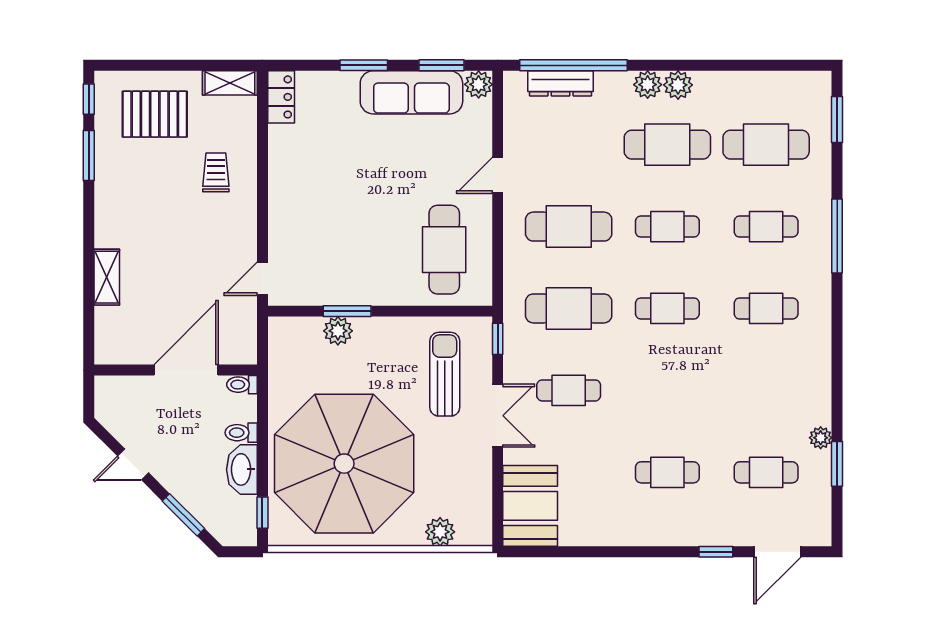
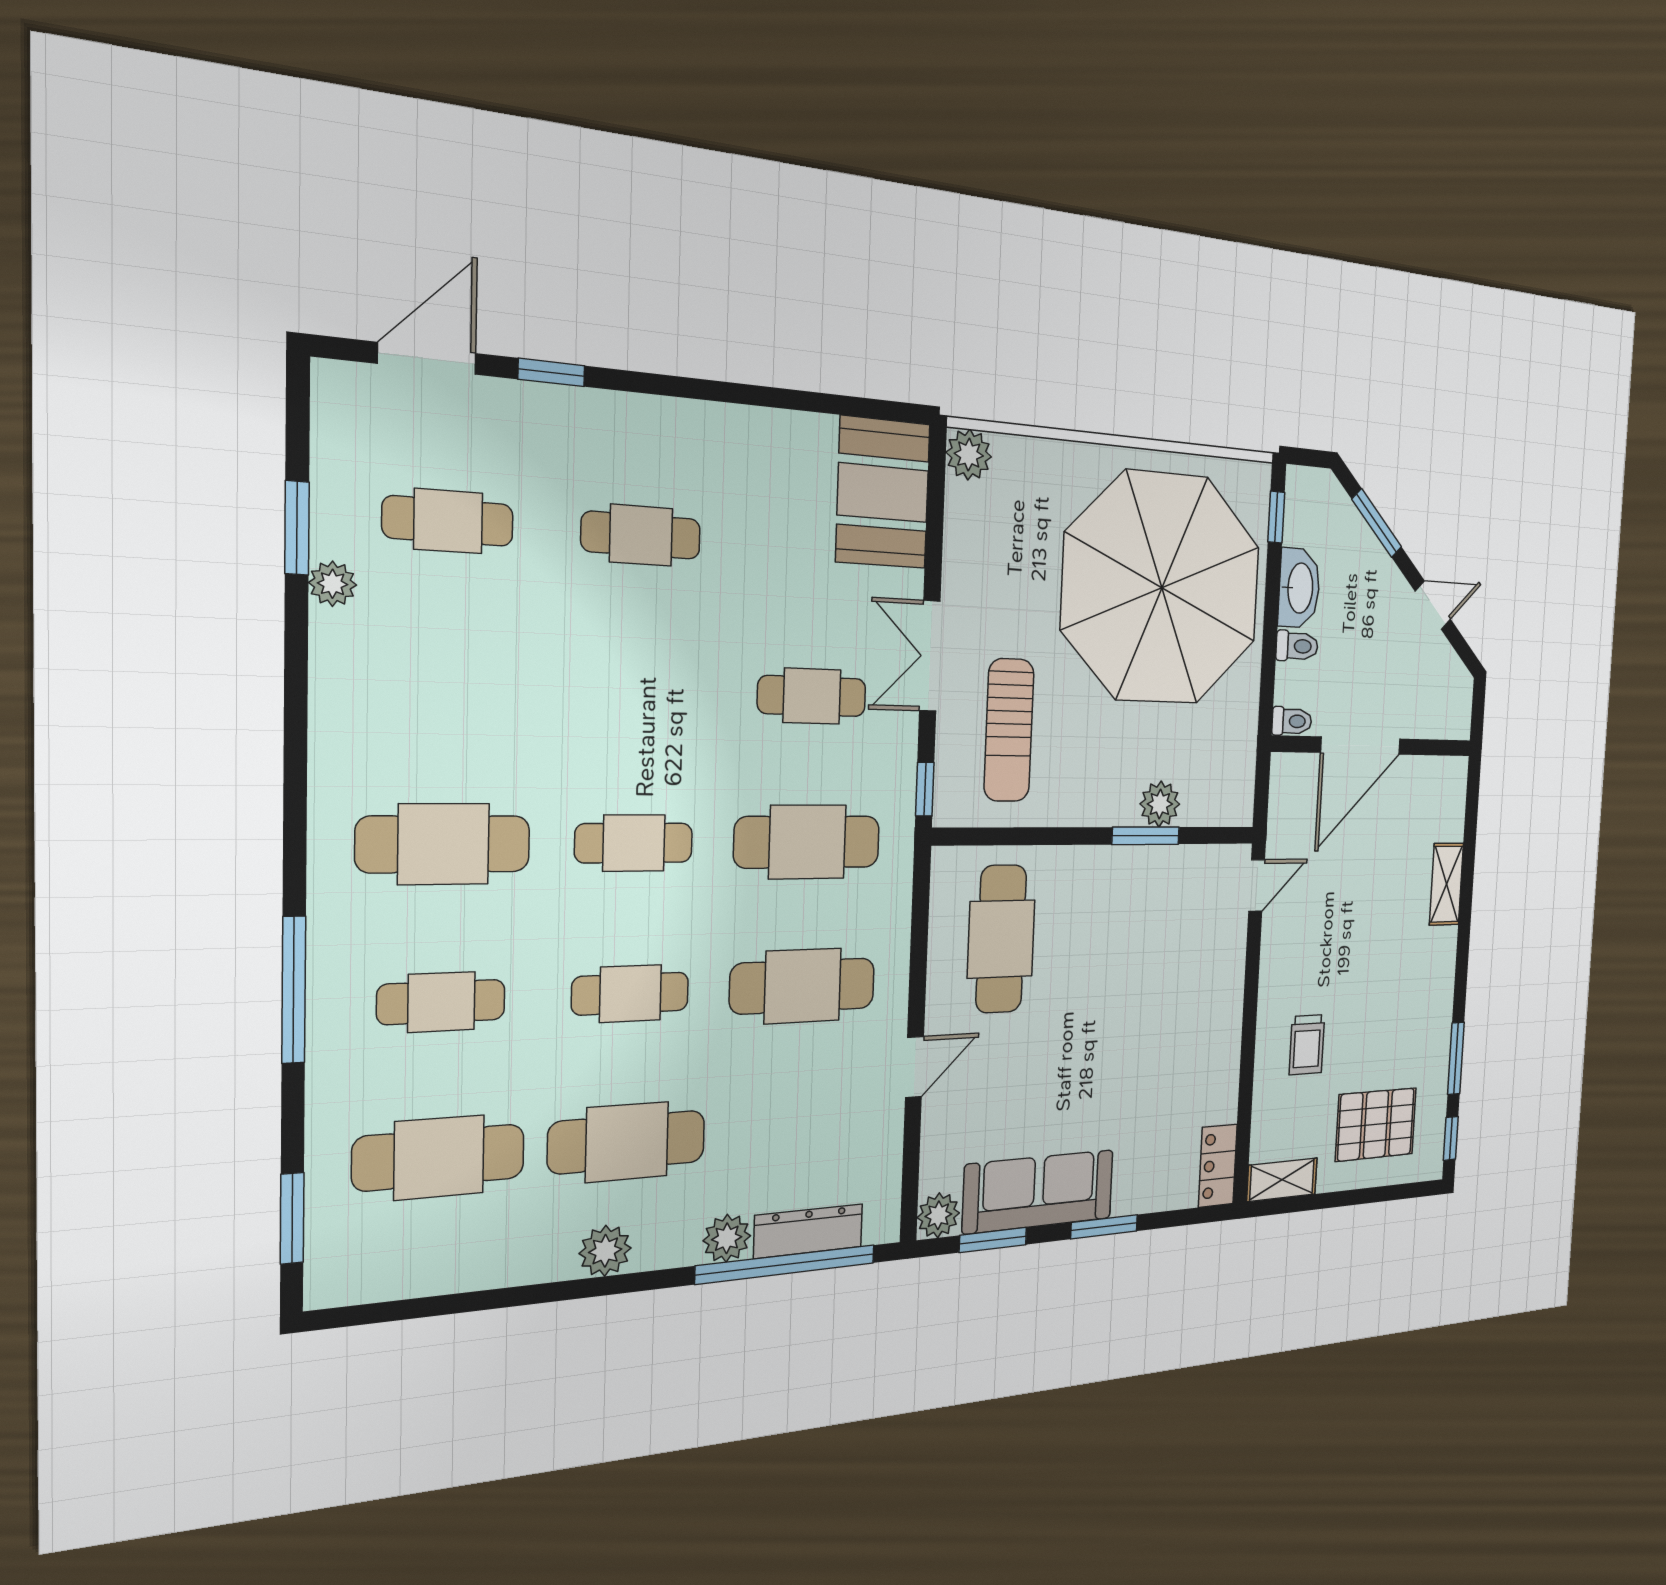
plant: (648, 85) -> (727, 1238), moved
cafe table: (766, 308) -> (444, 844), width x1.37, depth x1.35
plant: (440, 532) -> (969, 455), moved

